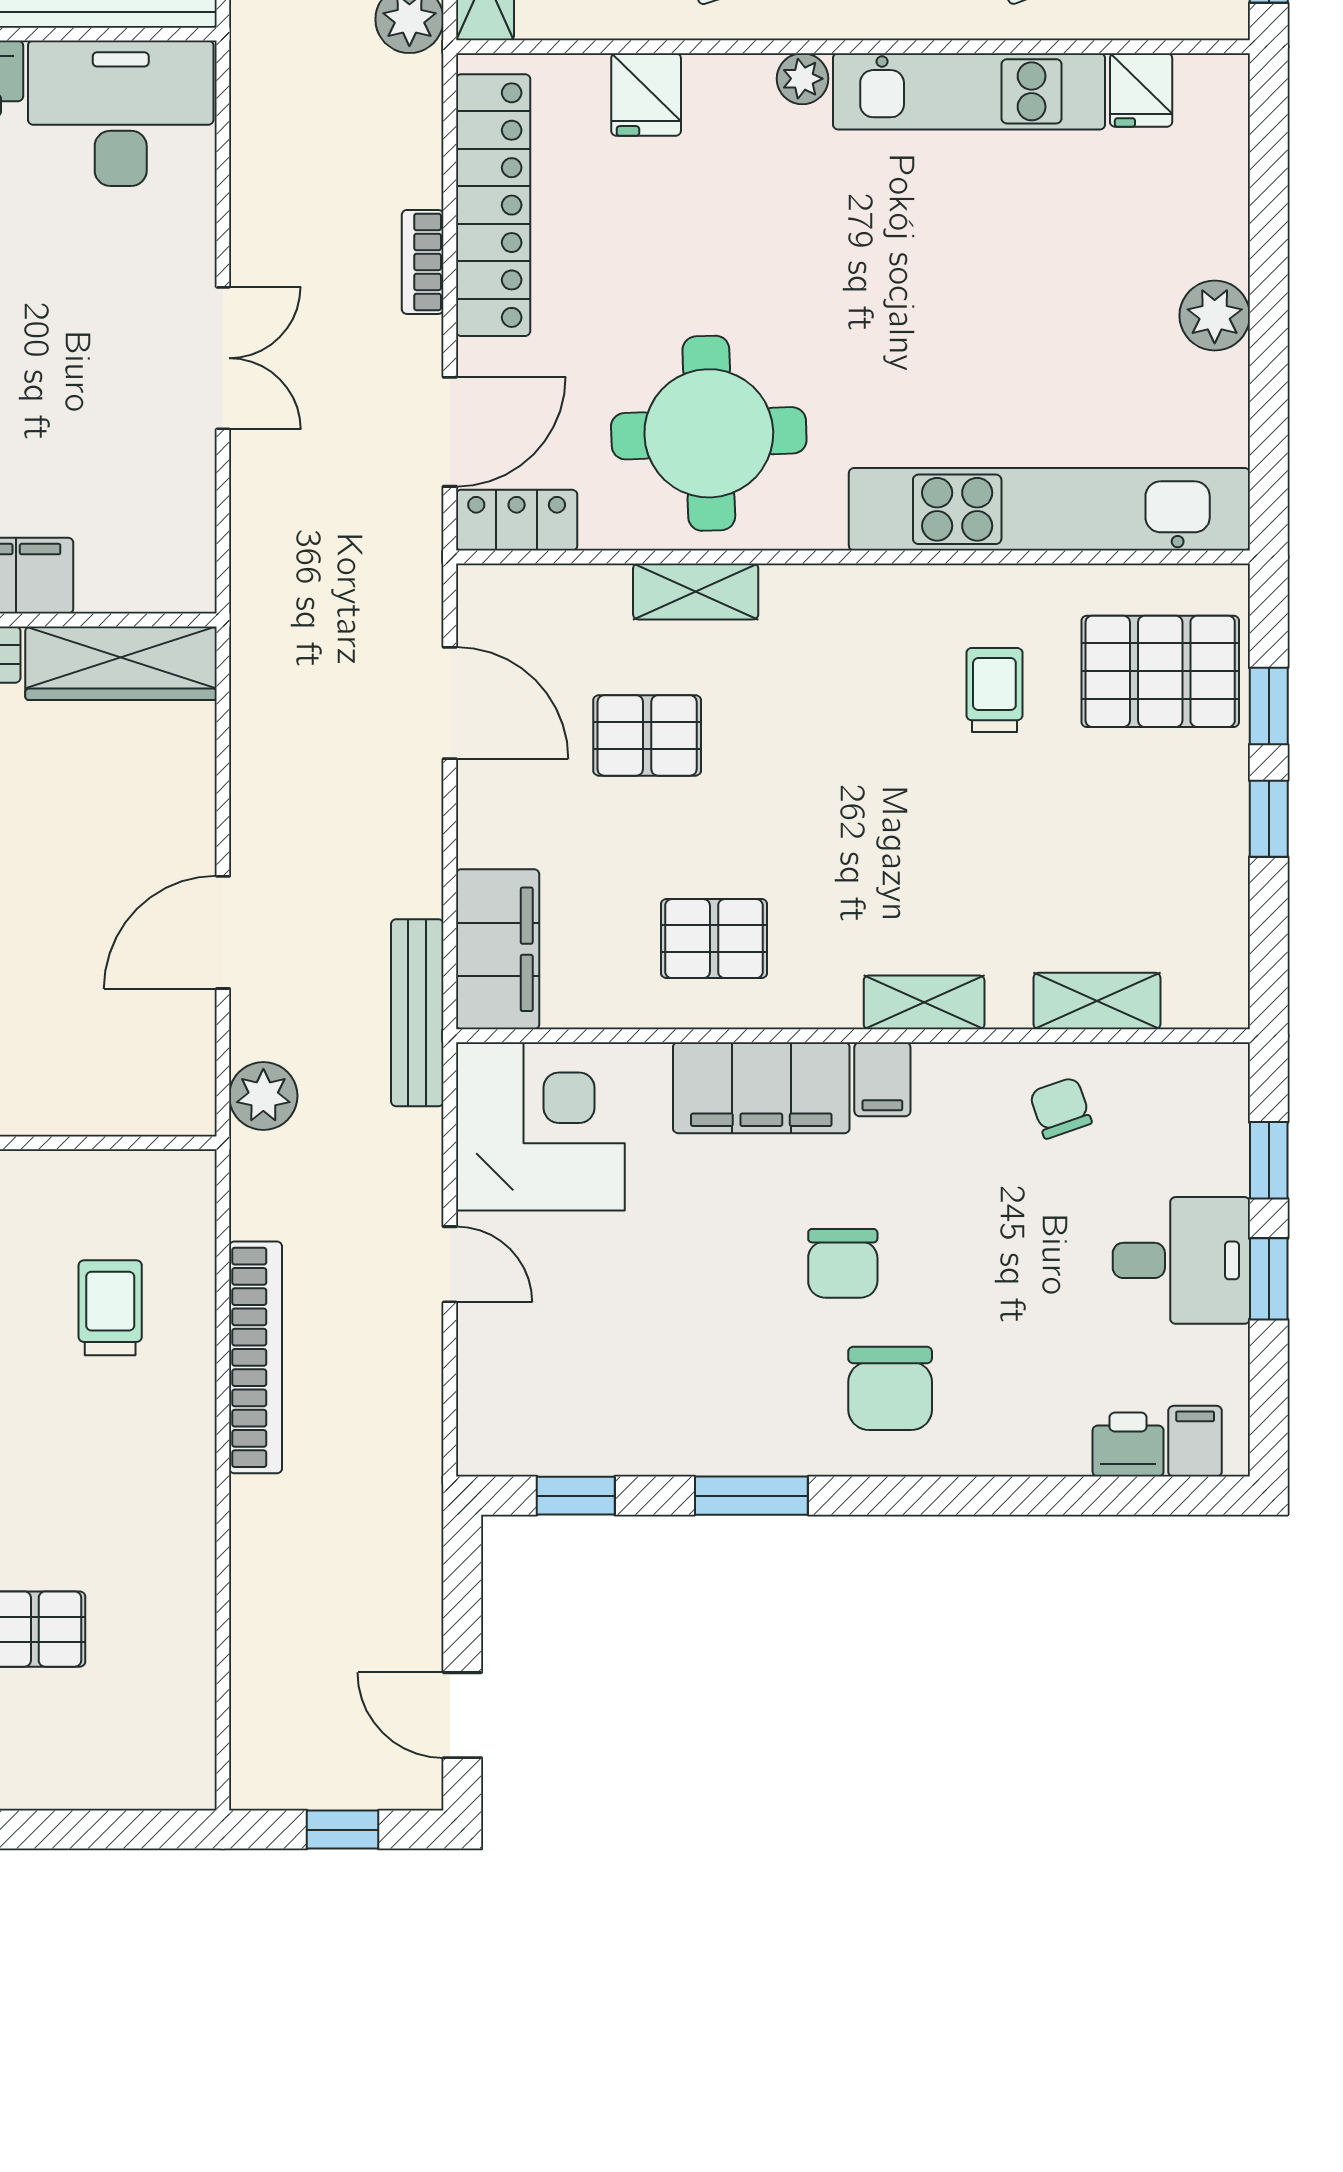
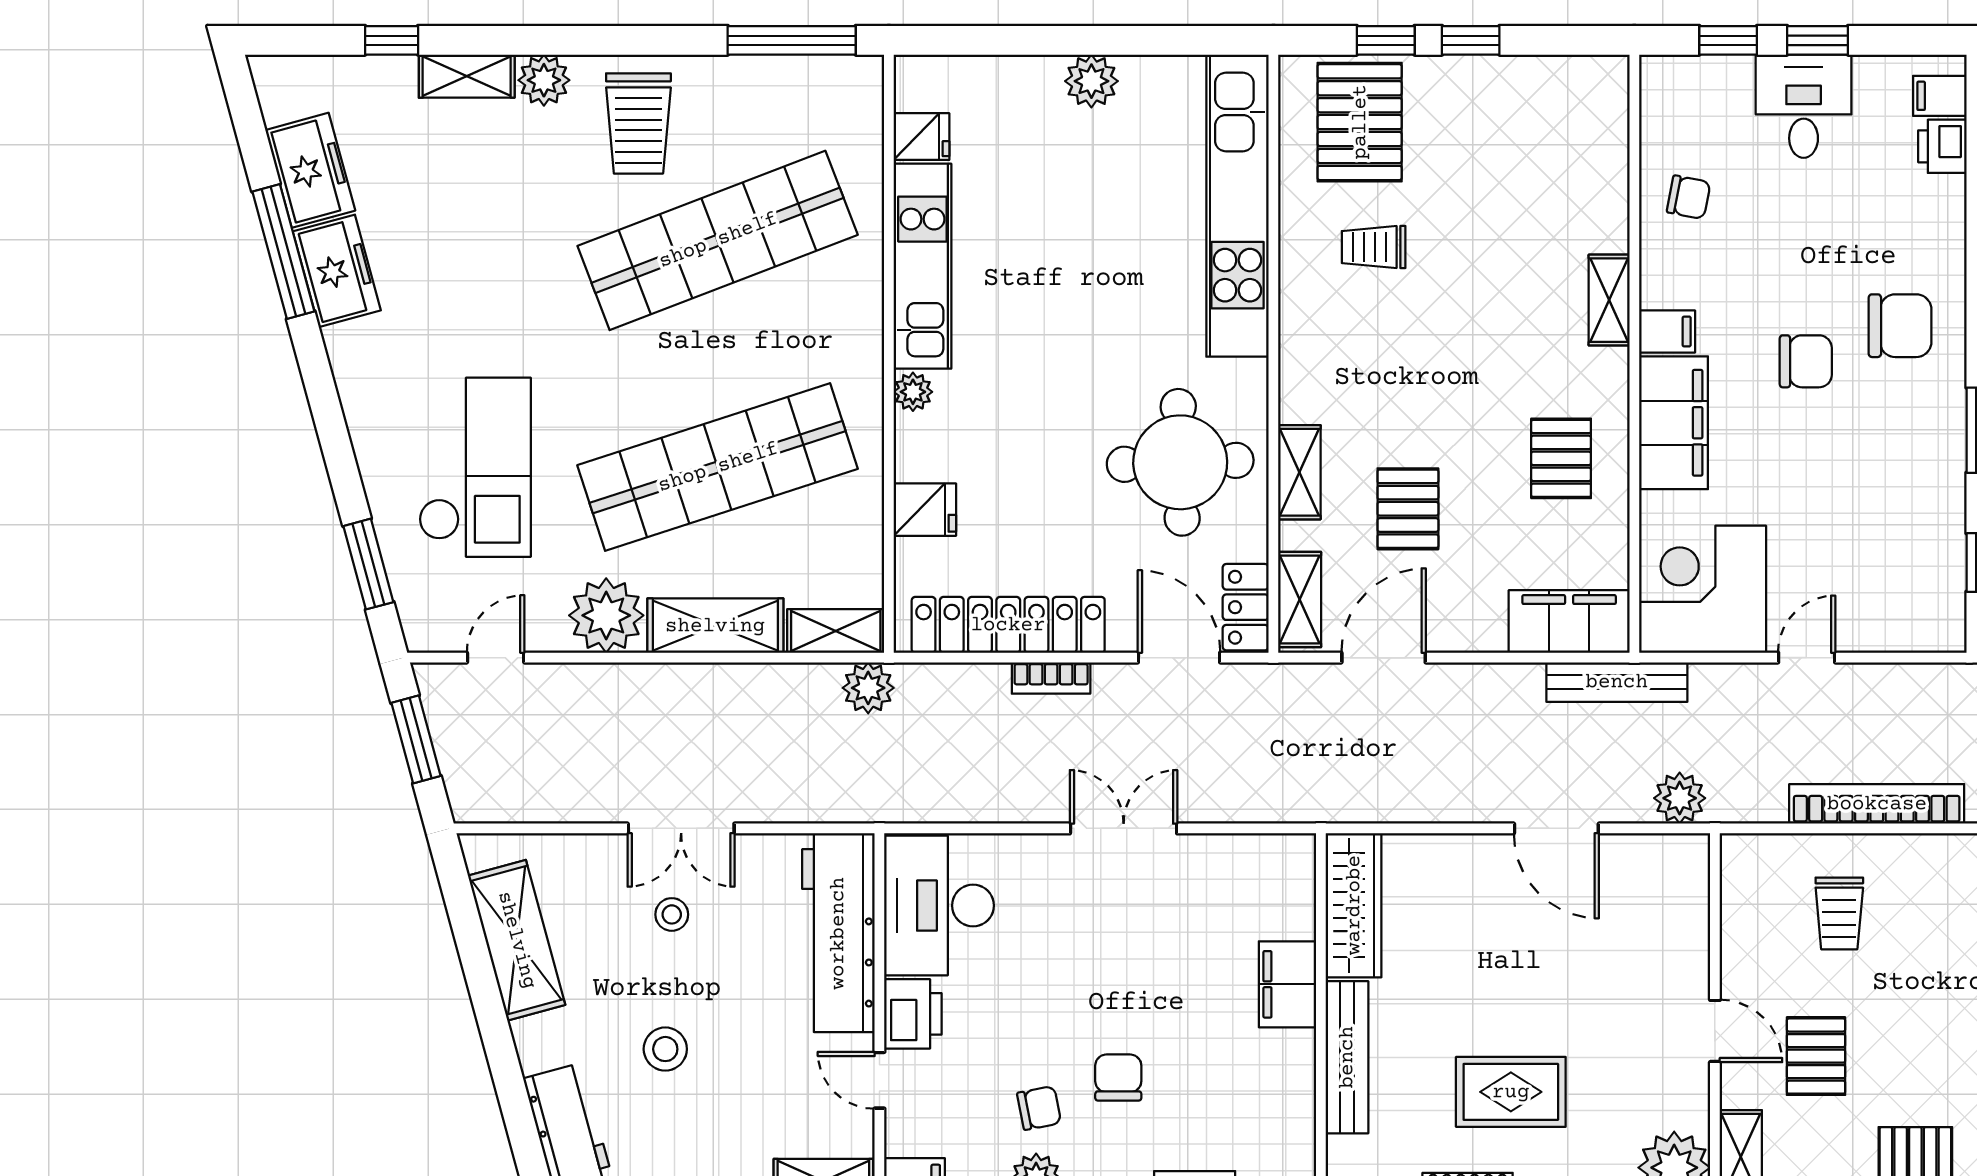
shelving: (1097, 1001) -> (1300, 600), moved
chair: (1061, 1108) -> (1689, 197), turned -150
trolley: (110, 1308) -> (1839, 913), turned -90

